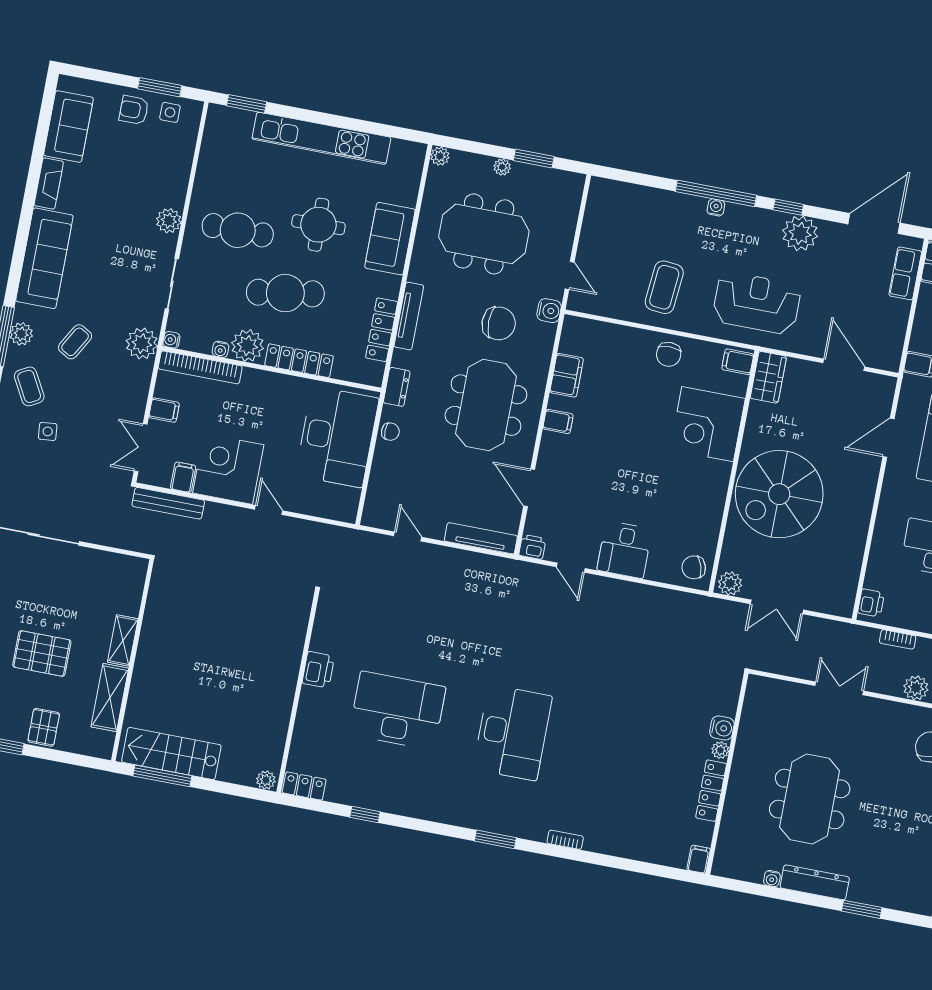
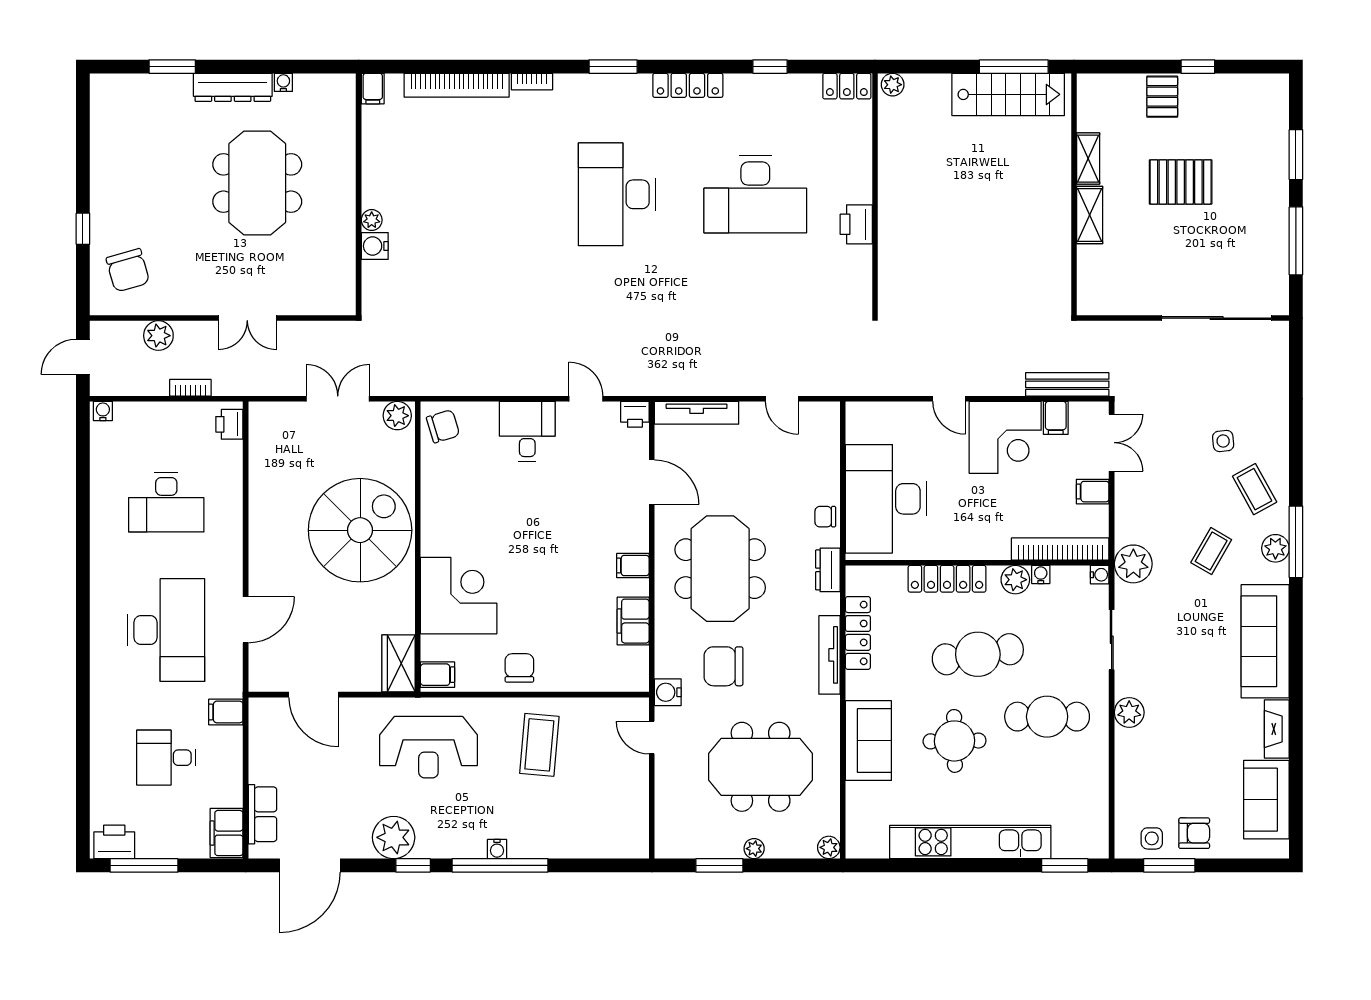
plant: (248, 346) -> (1015, 580), width x0.73, depth x0.73
shelving: (110, 698) -> (1088, 159), width x0.67, depth x0.75
locker: (711, 791) -> (688, 85), moved, turned 90
bookcase: (628, 849) -> (457, 85), added

